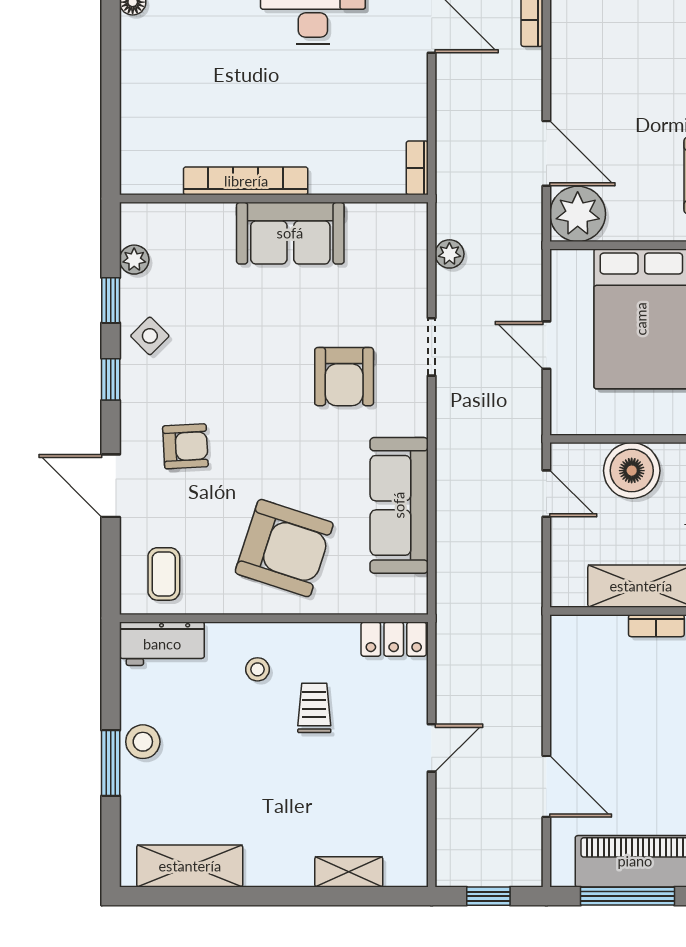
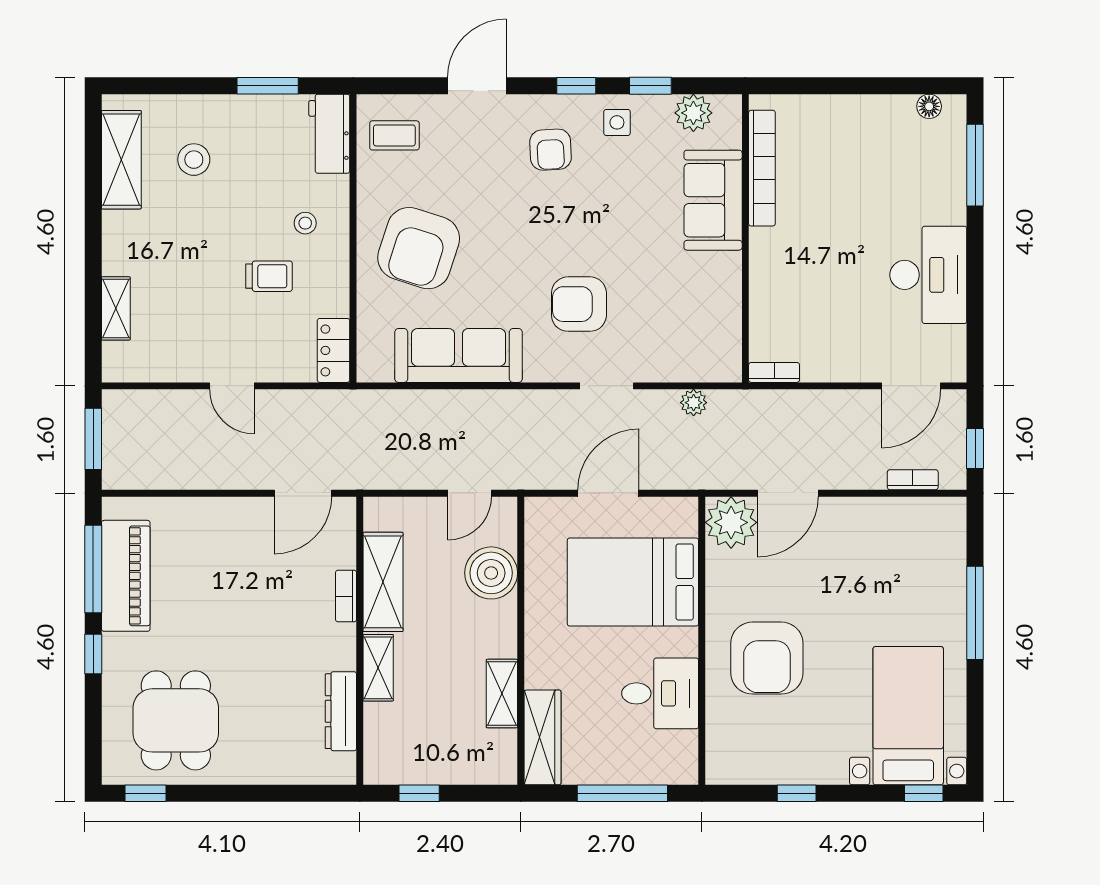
bookcase: (246, 181) -> (762, 168), moved
sofa: (290, 233) -> (713, 200), moved
plant: (134, 260) -> (693, 113), width x1.38, depth x1.38
side table: (150, 336) -> (617, 122), turned 45
door: (546, 345) -> (608, 493), width x1.38
armchair: (185, 446) -> (551, 150), moved
stool: (143, 742) -> (194, 160), moved
window: (111, 763) -> (268, 86), moved
door: (546, 786) -> (303, 493), moved
window: (488, 896) -> (93, 439), width x1.50

